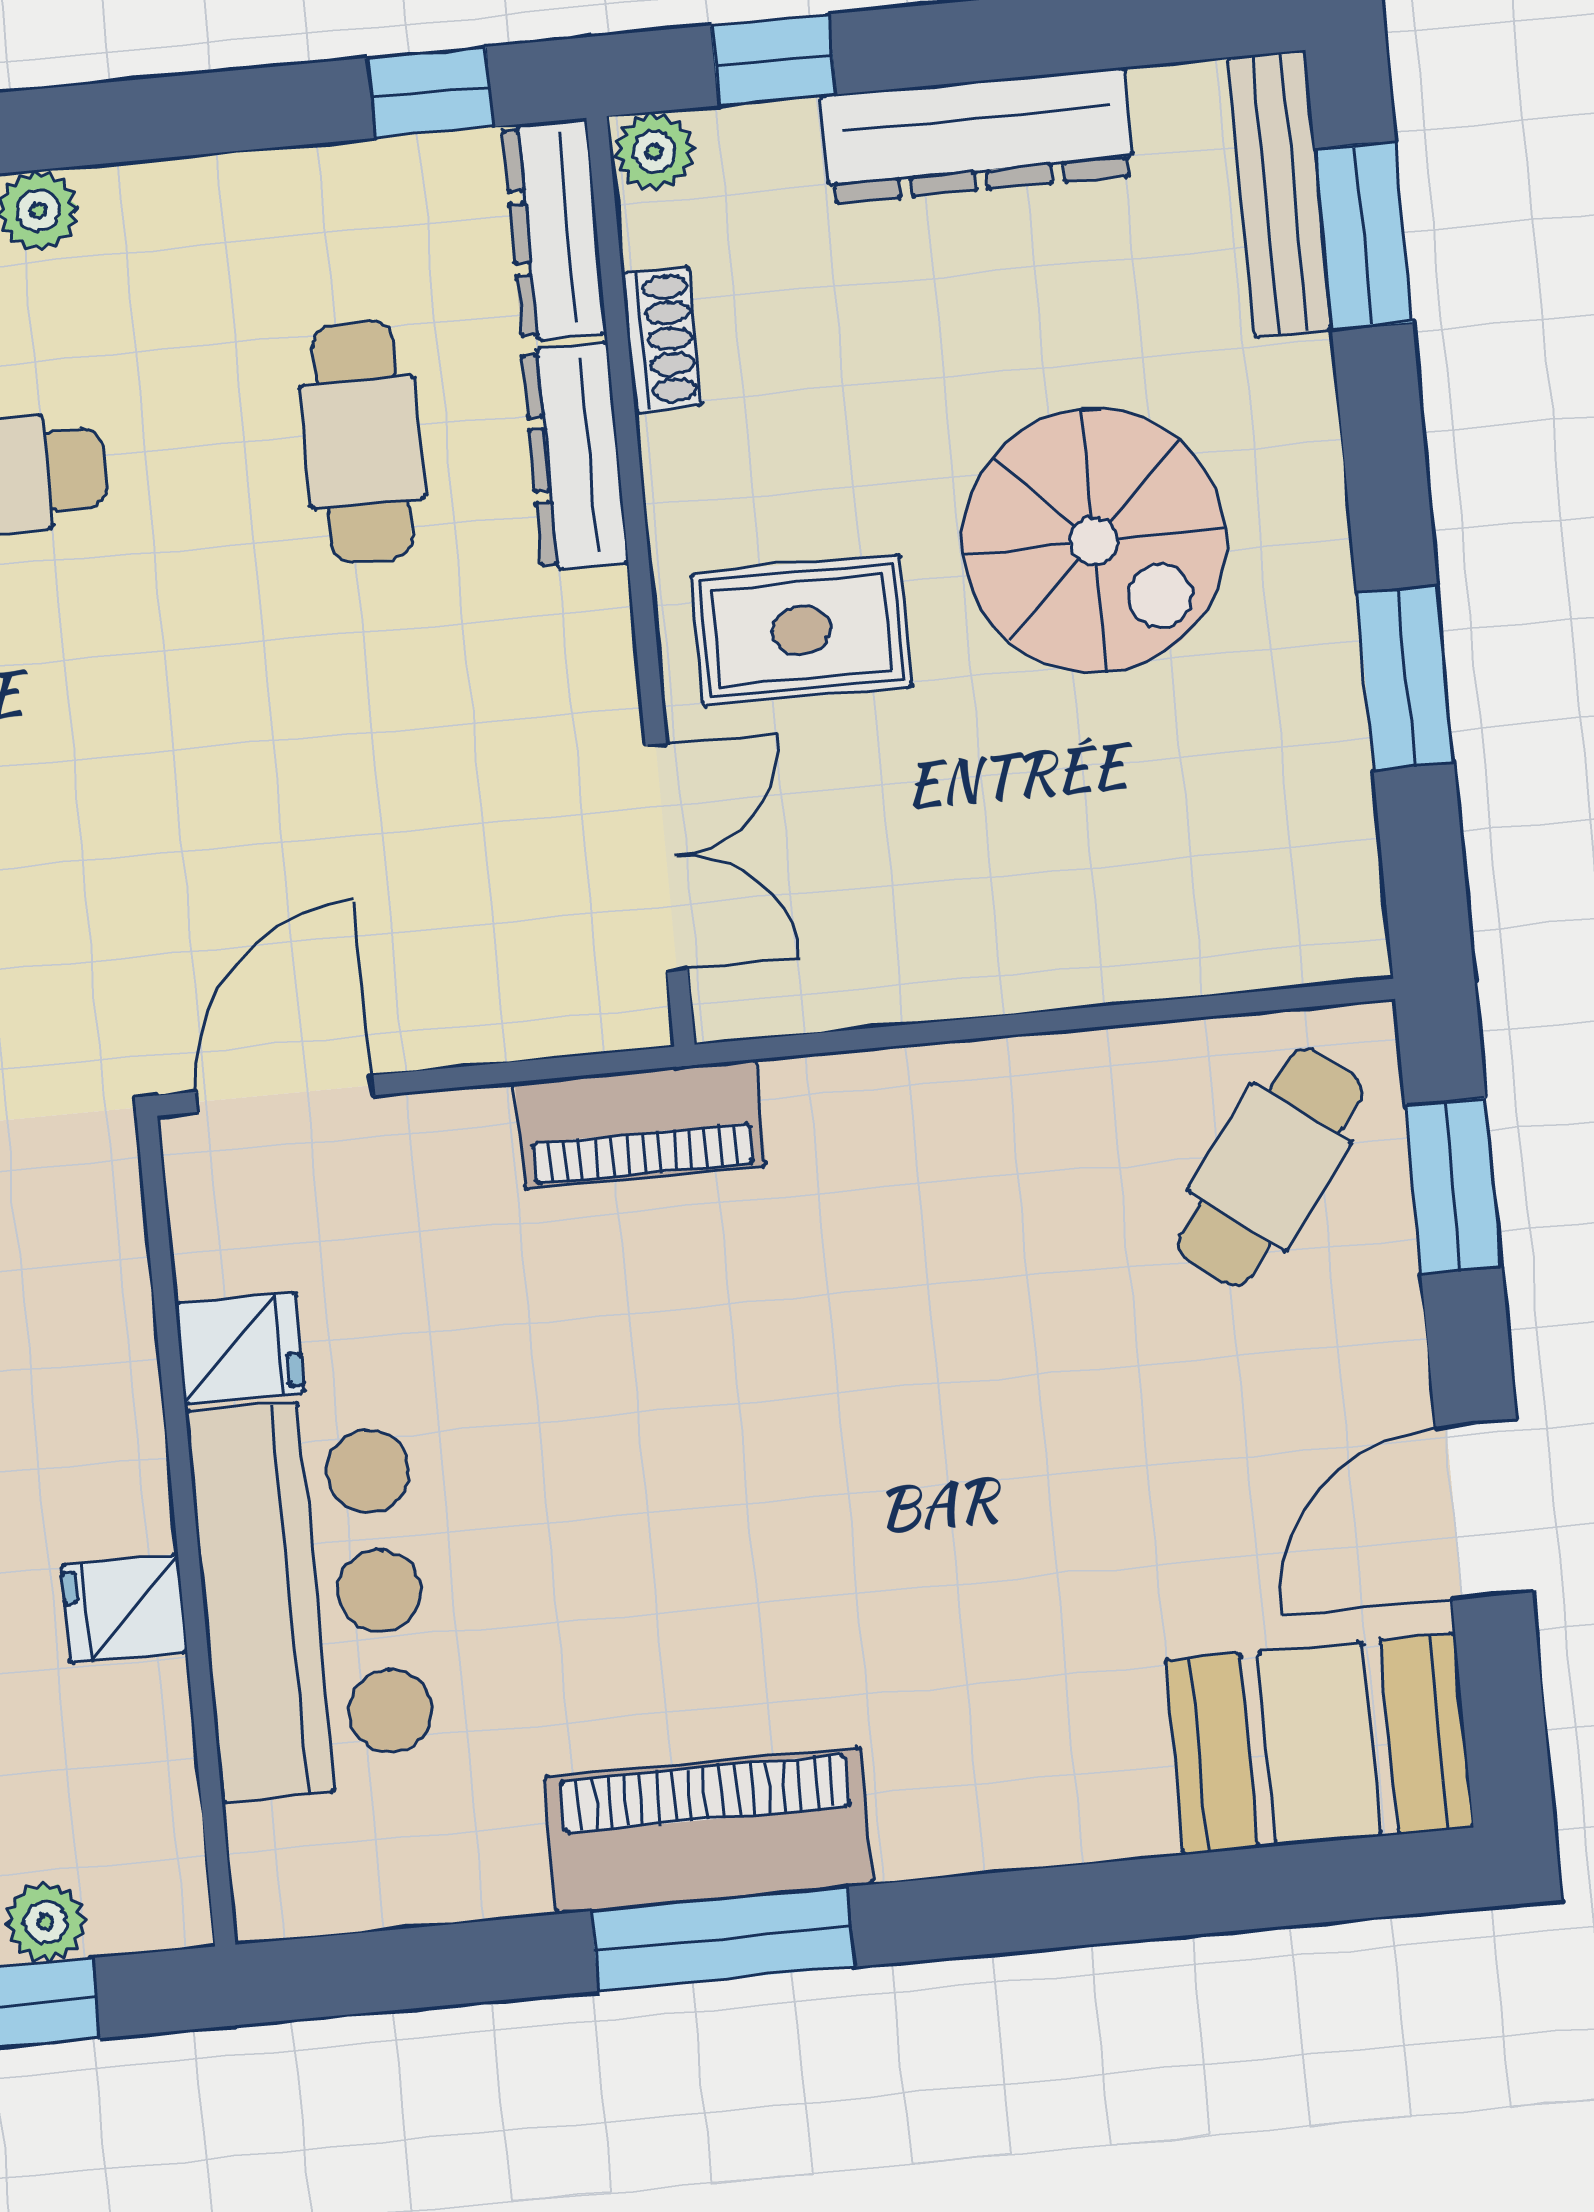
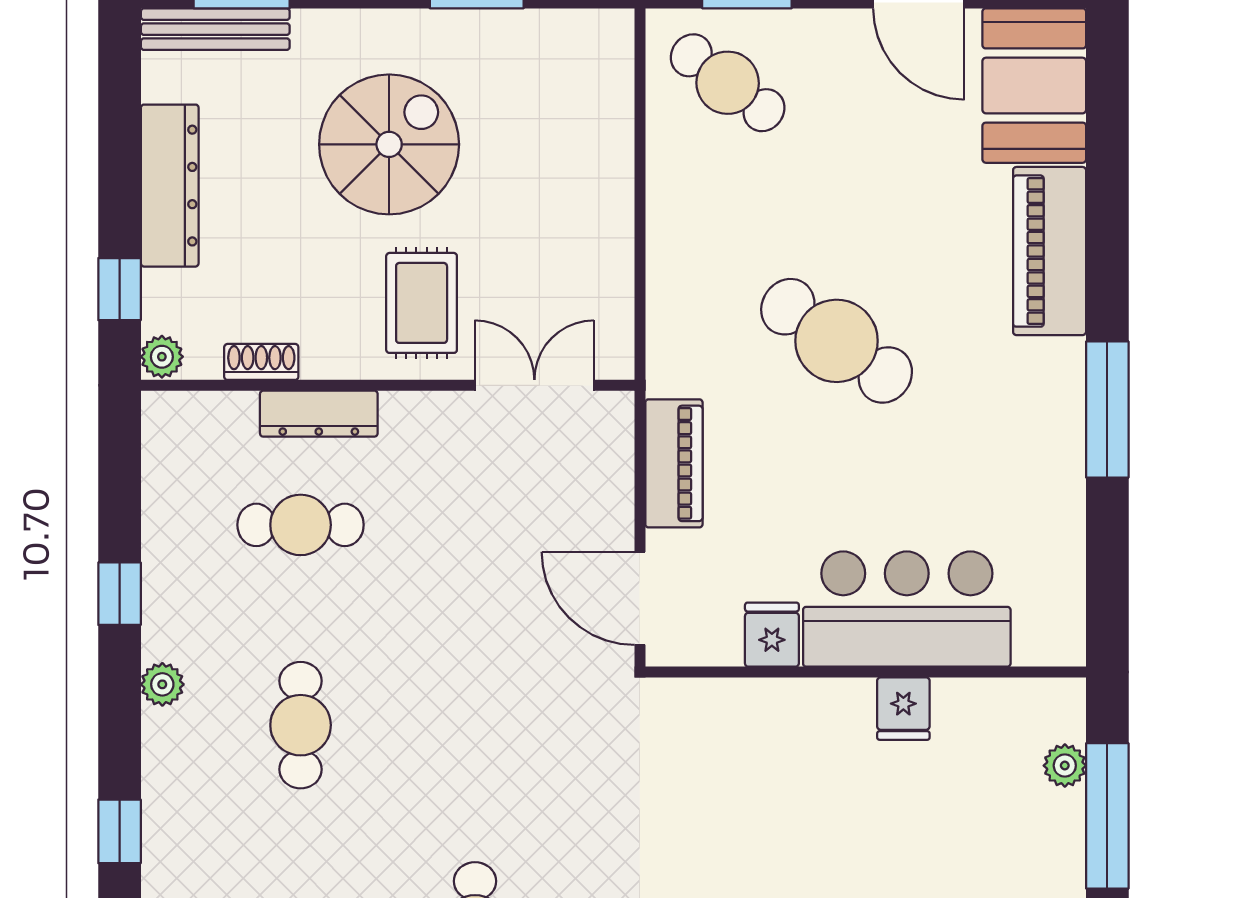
window: (430, 92) -> (120, 594), moved
dresser: (555, 230) -> (198, 413), removed
piano: (640, 1124) -> (674, 463), moved
cafe table: (804, 1417) -> (837, 341), added
piano: (709, 1831) -> (1050, 251), moved

